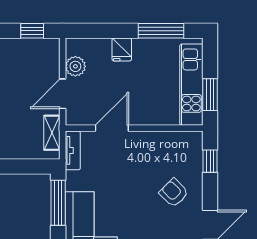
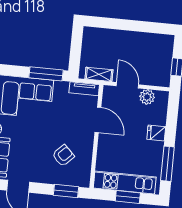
window: (210, 95) -> (128, 197), moved
window: (210, 161) -> (66, 191), width x1.50
armchair: (174, 193) -> (63, 156), moved

